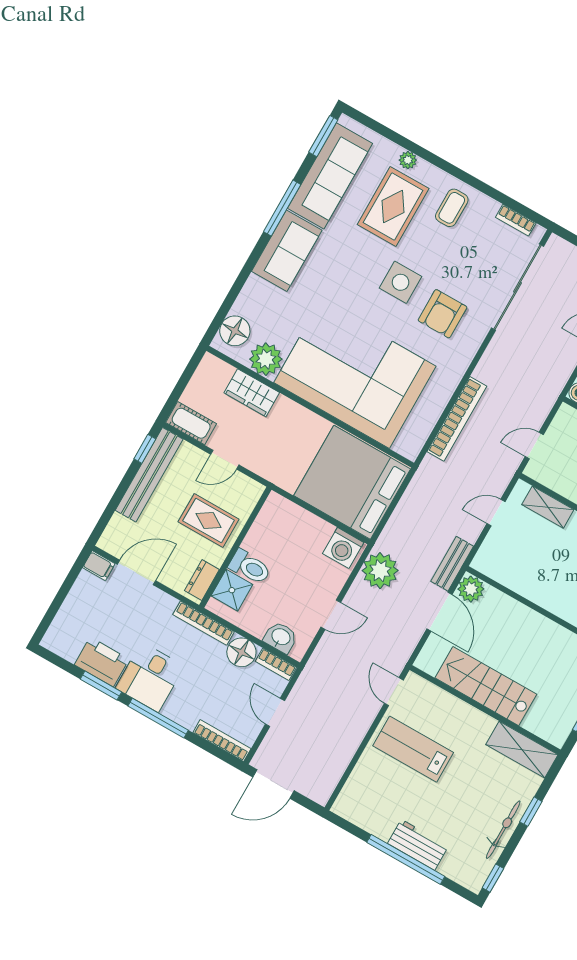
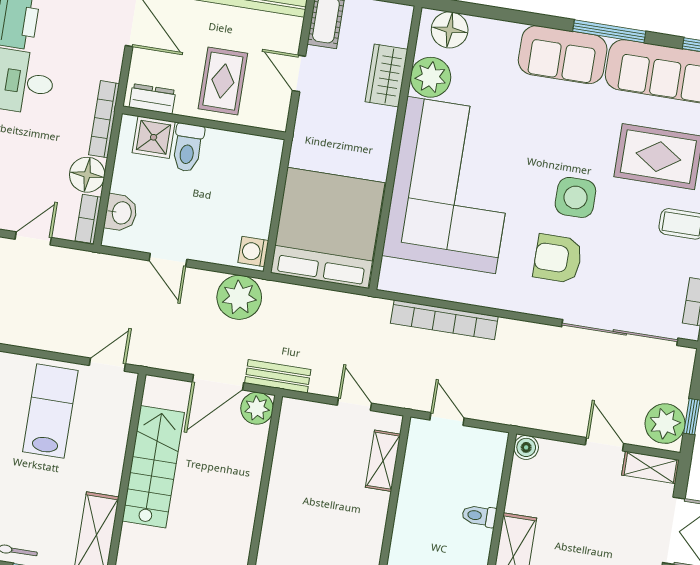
washing machine: (343, 548) -> (253, 252), width x0.73, depth x0.73

